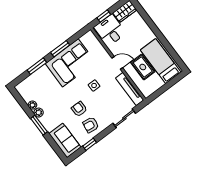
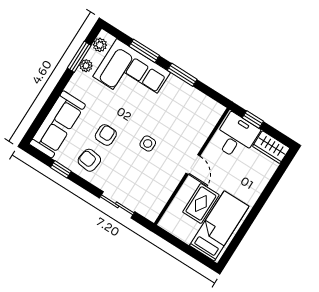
corner sofa: (70, 63) -> (132, 75), moved
tv unit: (130, 89) -> (162, 197), removed
plant: (39, 113) -> (100, 45), moved
window: (39, 125) -> (79, 57), moved
sofa: (65, 140) -> (57, 124), width x1.36

